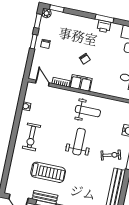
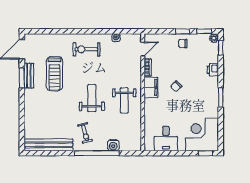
printer: (104, 26) -> (213, 70), moved
weight bench: (79, 142) -> (92, 98), turned -90

